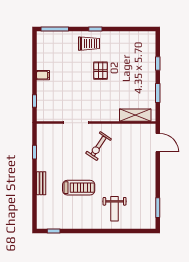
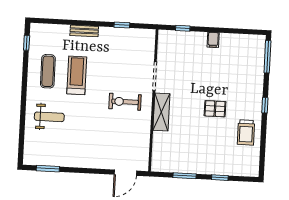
trolley: (89, 44) -> (246, 132), moved
shelving: (135, 115) -> (161, 112), moved
exercise bike: (99, 146) -> (125, 102), turned -34
treadmill: (79, 188) -> (77, 75), turned 180
weight bench: (115, 209) -> (49, 117), turned 180
exercise mat: (77, 212) -> (48, 71), added

